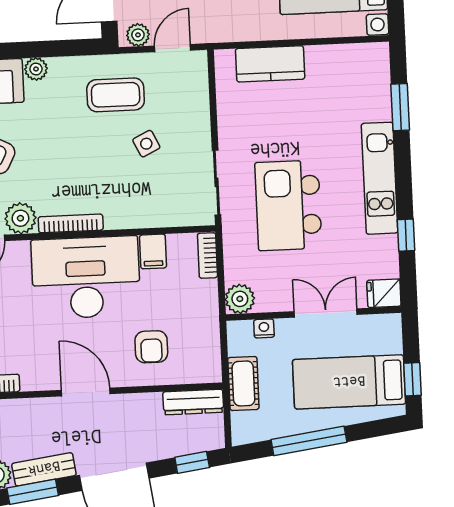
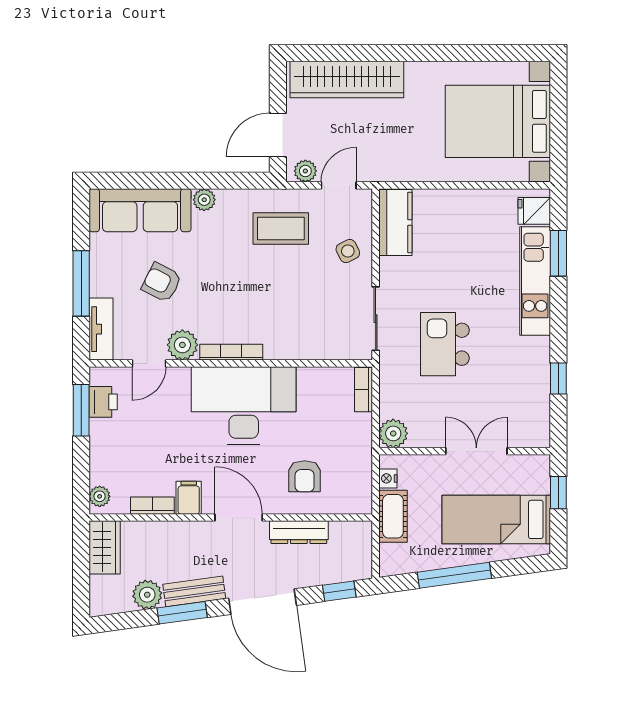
kitchen counter: (270, 64) -> (395, 223), moved, turned -90
side table: (146, 144) -> (348, 251), moved
kitchen unit: (380, 178) -> (535, 281), moved
kitchen island: (288, 205) -> (445, 344), width x0.73, depth x0.78
filing cabinet: (153, 251) -> (189, 498), moved, turned 180
fridge: (384, 293) -> (534, 211), moved
nightstand: (264, 328) -> (388, 478), moved, turned -90
window: (413, 379) -> (558, 493), moved
dresser: (193, 402) -> (299, 532), moved

